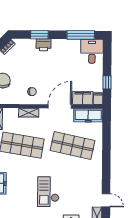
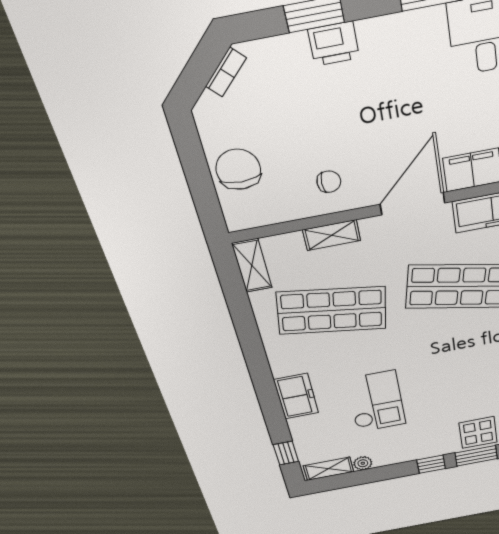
checkout: (48, 192) -> (376, 402), moved, turned 180

